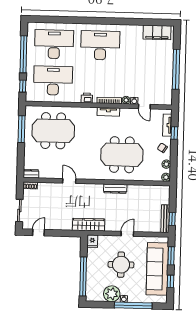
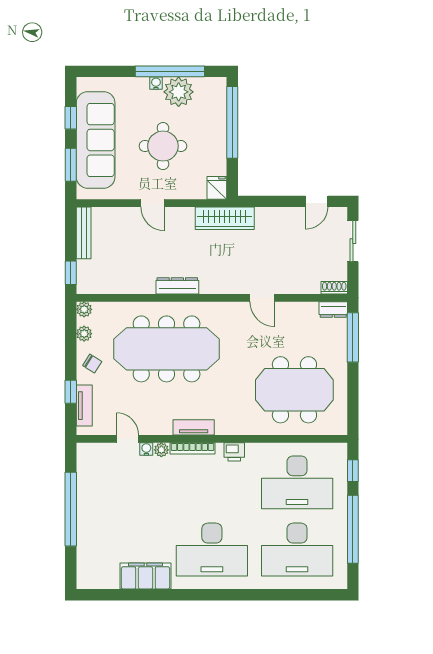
filing cabinet: (157, 32) -> (145, 576), moved
window: (22, 129) -> (353, 337), moved
meeting table: (122, 155) -> (167, 349), width x1.36
window: (172, 219) -> (71, 273), moved
door: (127, 234) -> (153, 203), hinge flipped
window: (133, 305) -> (170, 71), moved

